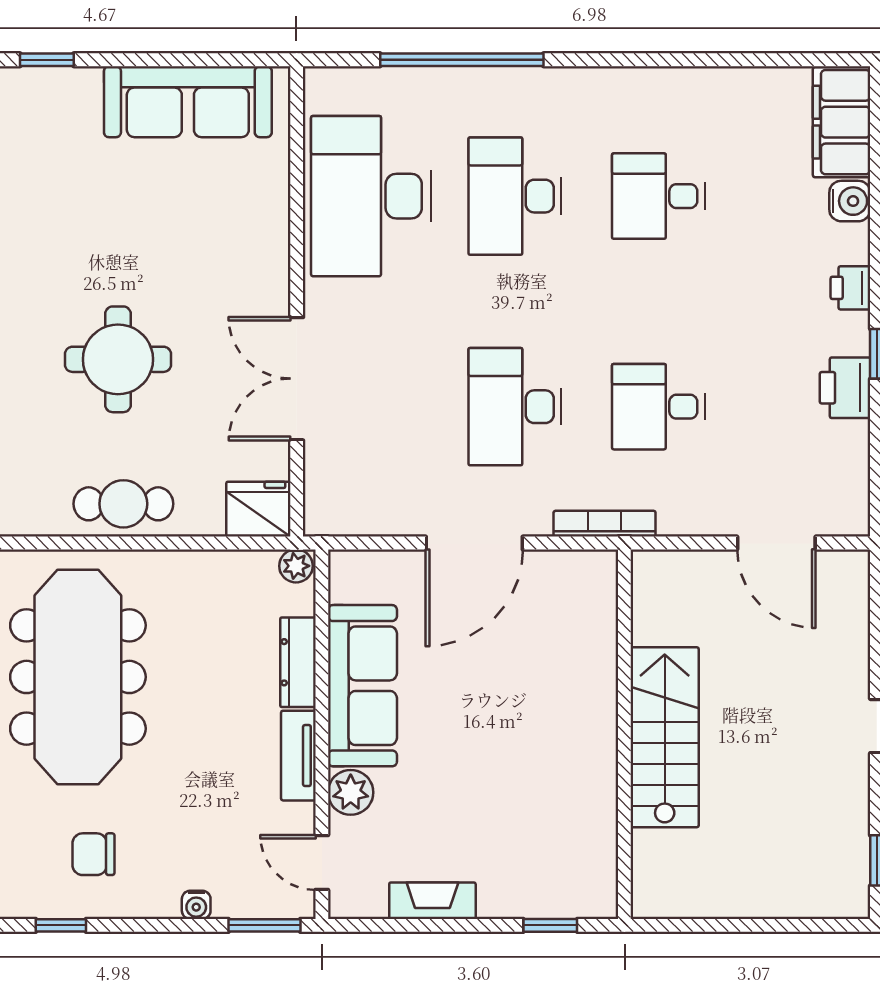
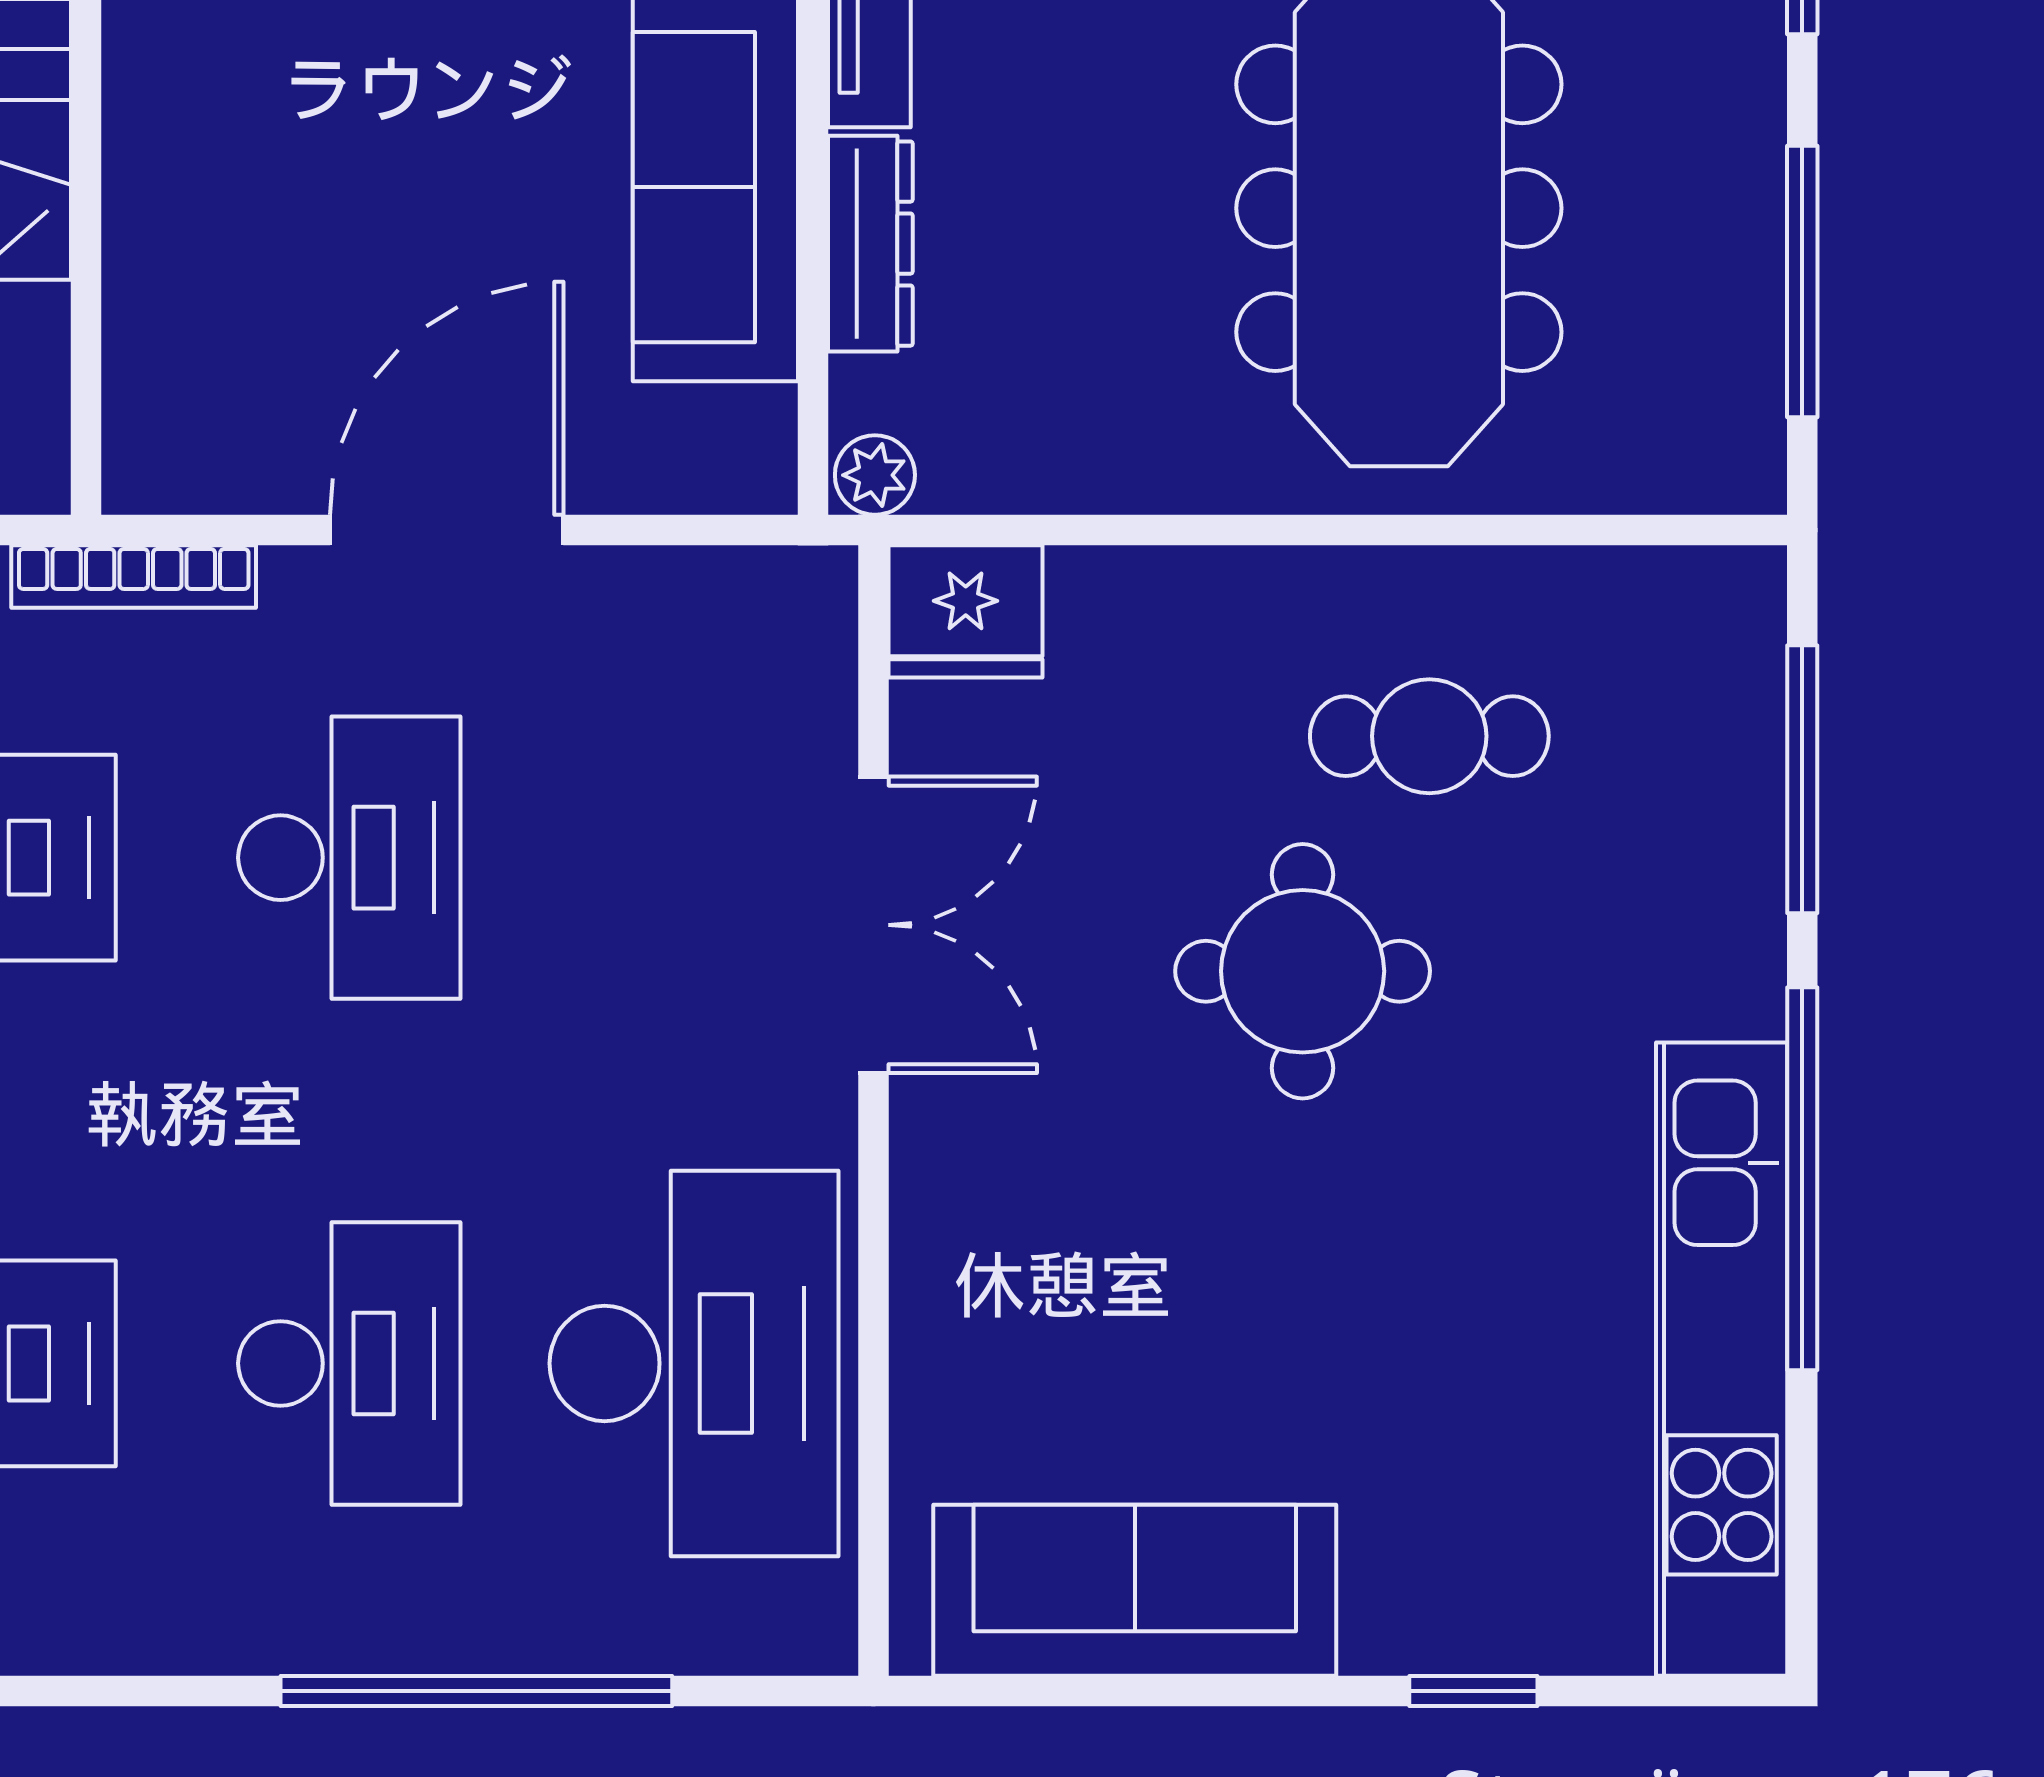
cafe table: (123, 504) -> (1429, 736), moved

